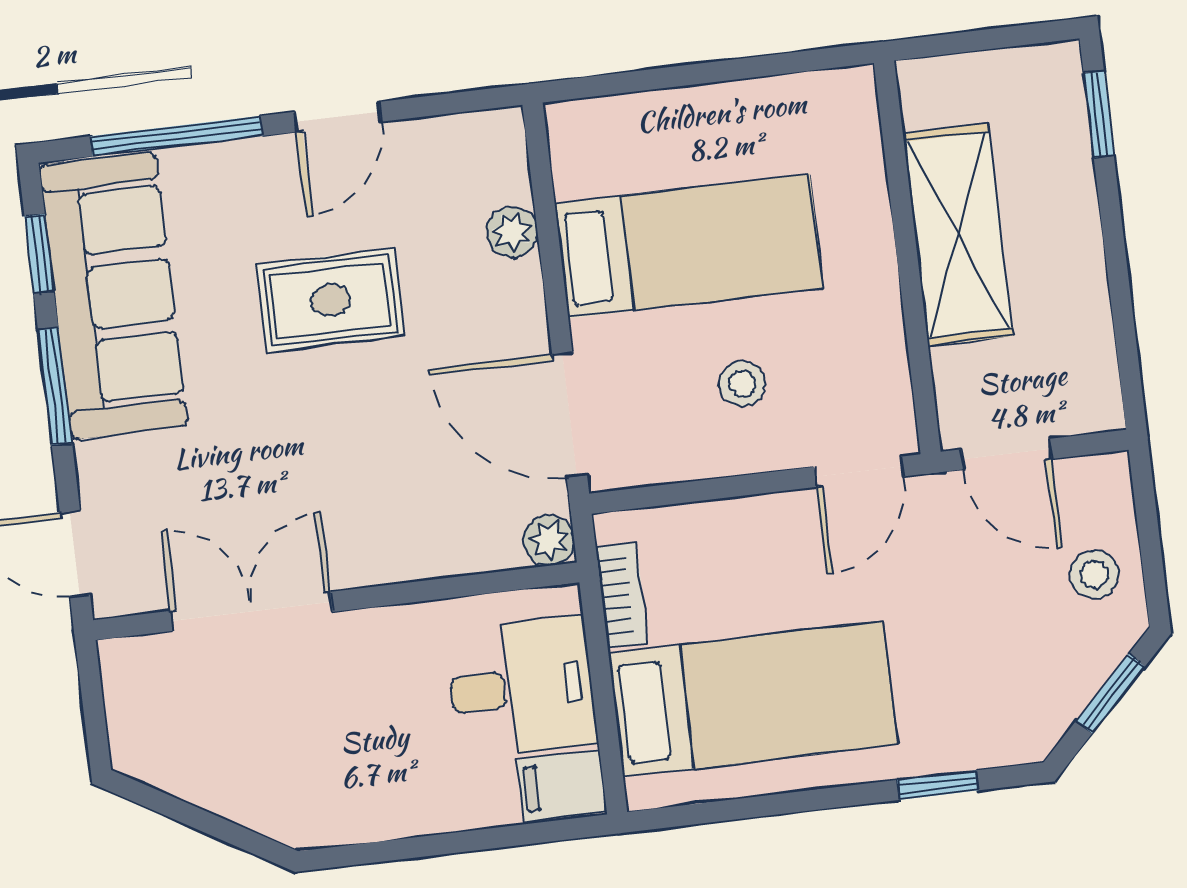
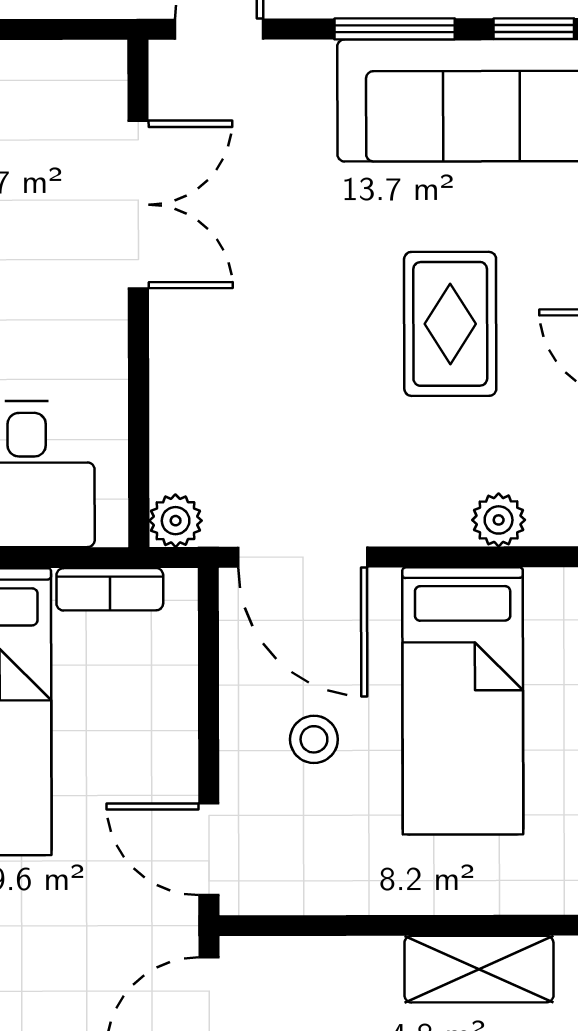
shelving: (958, 235) -> (479, 969), width x0.67, depth x0.75
door: (570, 415) -> (303, 557), swing flipped

